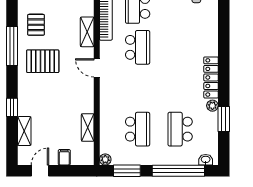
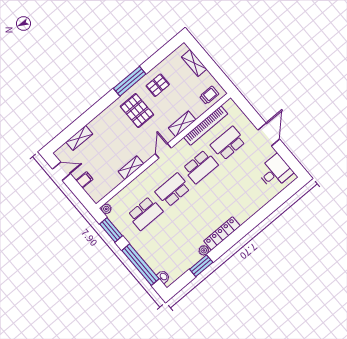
window: (12, 107) -> (88, 116), removed
shelving: (88, 127) -> (131, 168), moved
school desk: (180, 129) -> (173, 190), moved

